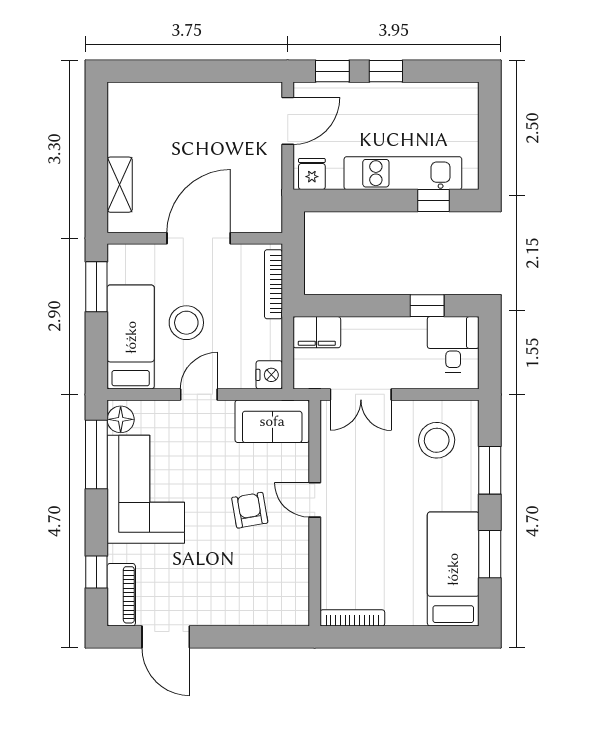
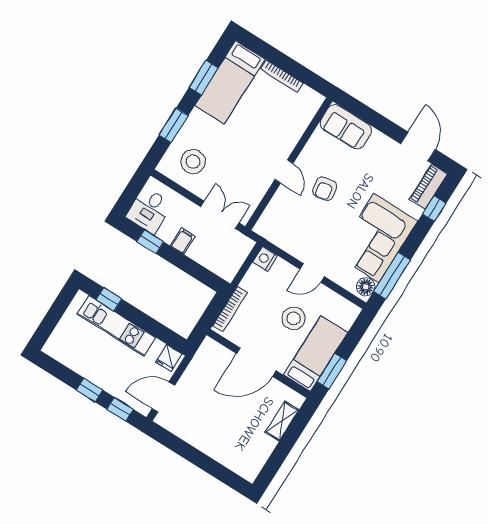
filing cabinet: (317, 332) -> (183, 241), moved, width x0.50
bed: (131, 337) -> (316, 354), moved, turned 180
sofa: (272, 421) -> (346, 127), moved, turned 180
bookcase: (352, 618) -> (282, 76), moved

